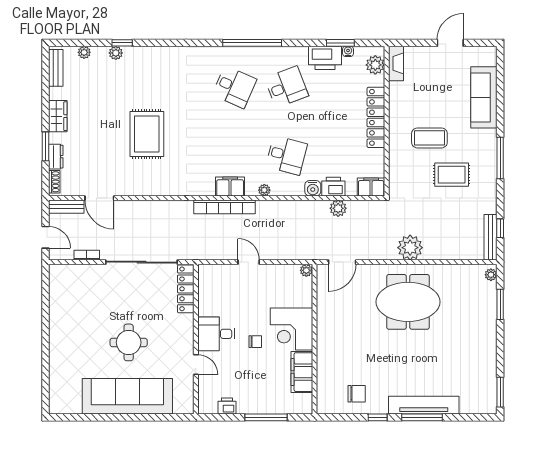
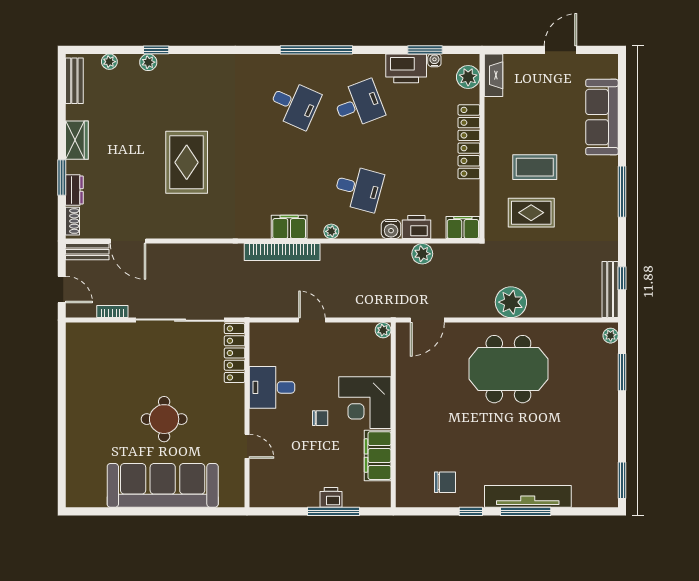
rug: (452, 175) -> (531, 213), moved
desk: (216, 334) -> (272, 387), moved
printer: (227, 406) -> (331, 497), moved

